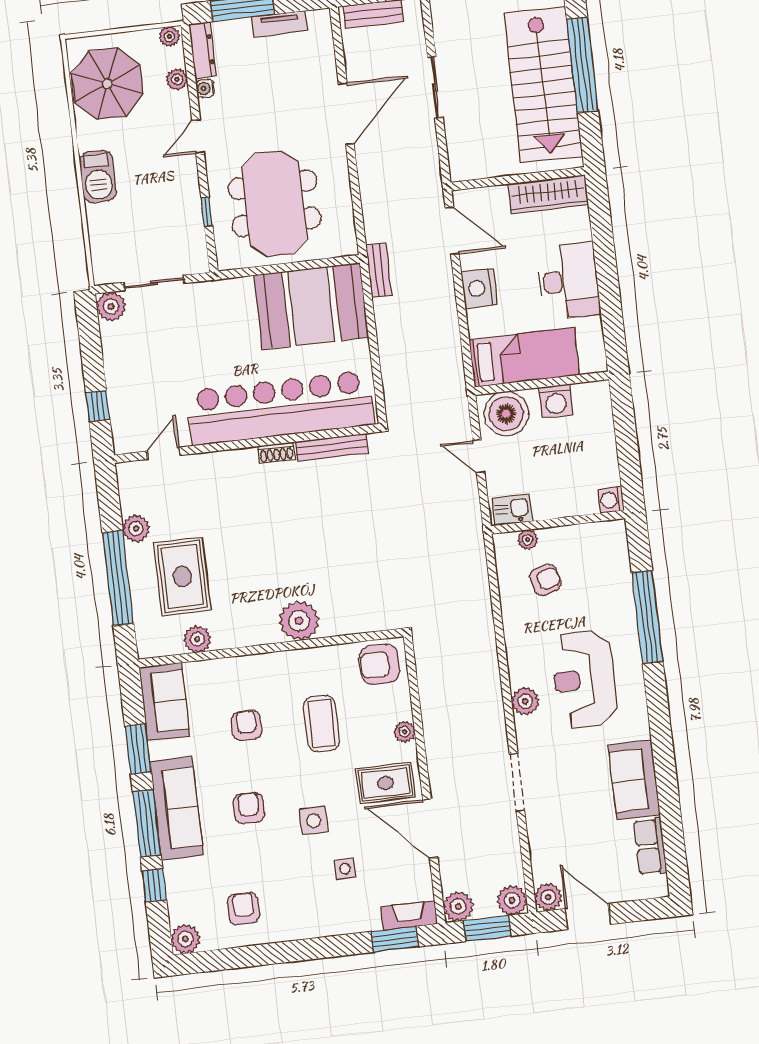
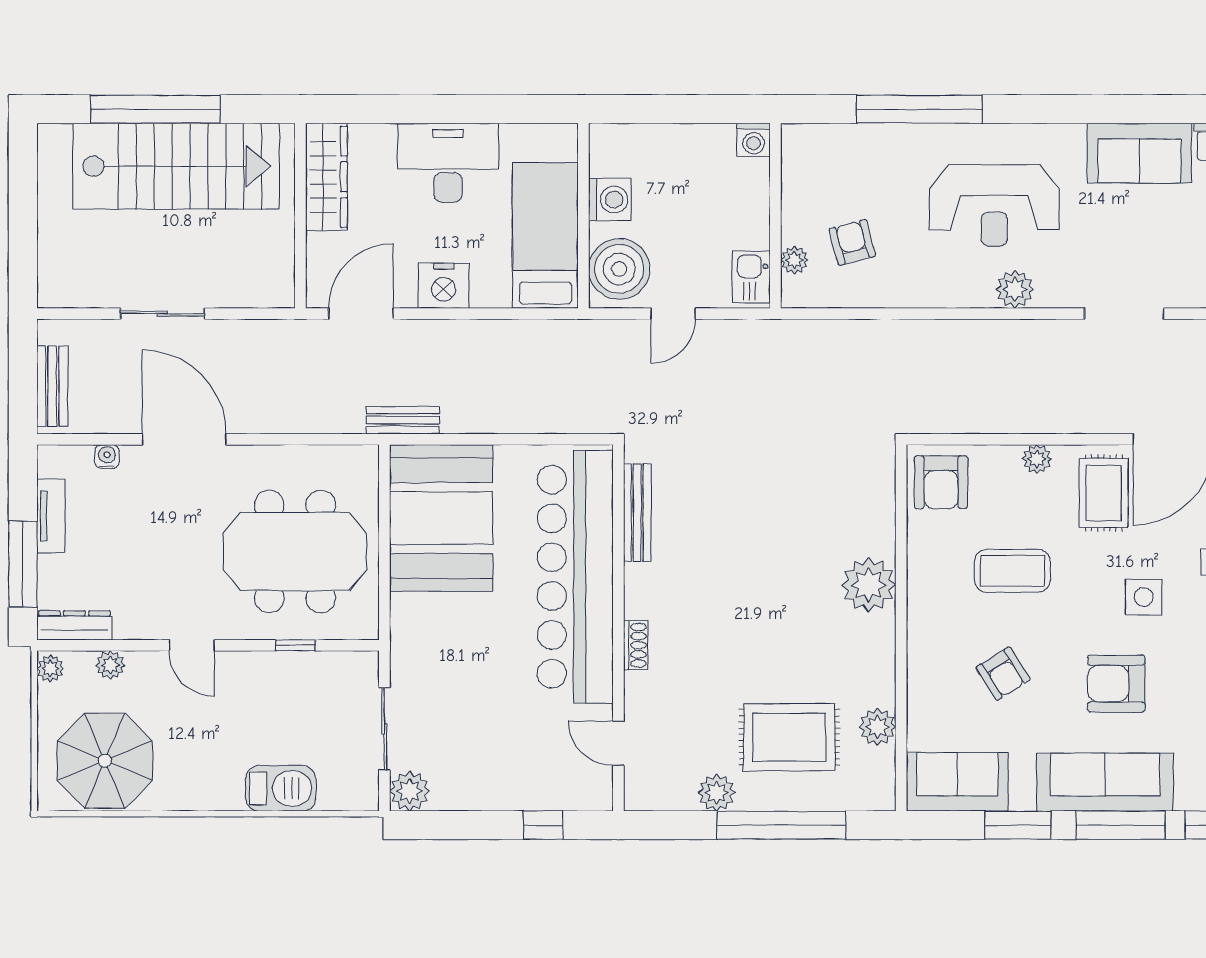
water cooler: (205, 88) -> (107, 457), moved, turned 180
barbecue: (98, 177) -> (281, 788), moved
shoe rack: (276, 453) -> (636, 645), moved
armchair: (246, 725) -> (1003, 674), turned -122
armchair: (249, 808) -> (1116, 684), width x1.38, depth x1.38

